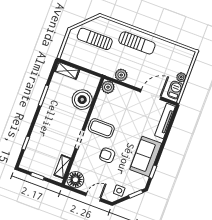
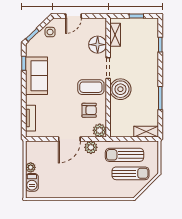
sun lounger: (137, 43) -> (125, 155), moved
barbecue: (175, 90) -> (32, 182), moved
door: (151, 94) -> (69, 139), moved
boiler: (82, 100) -> (120, 89), moved
tv unit: (165, 121) -> (30, 118), width x0.71
armchair: (107, 155) -> (89, 110), moved
floor lamp: (75, 180) -> (98, 45), moved

